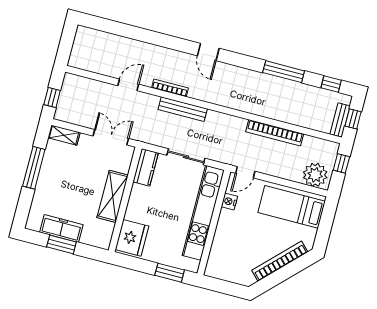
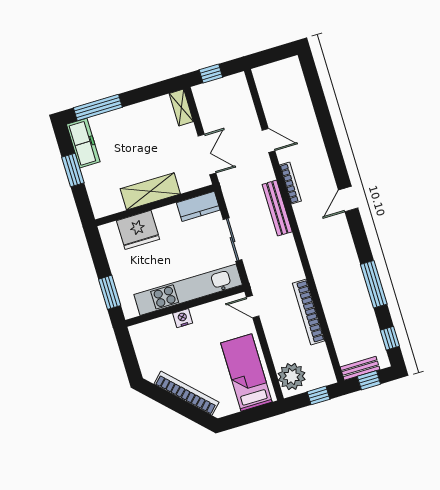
window: (34, 168) -> (98, 107), moved
nightstand: (229, 201) -> (183, 318), moved
freezer: (61, 229) -> (83, 143), moved
fridge: (132, 238) -> (138, 230), moved

